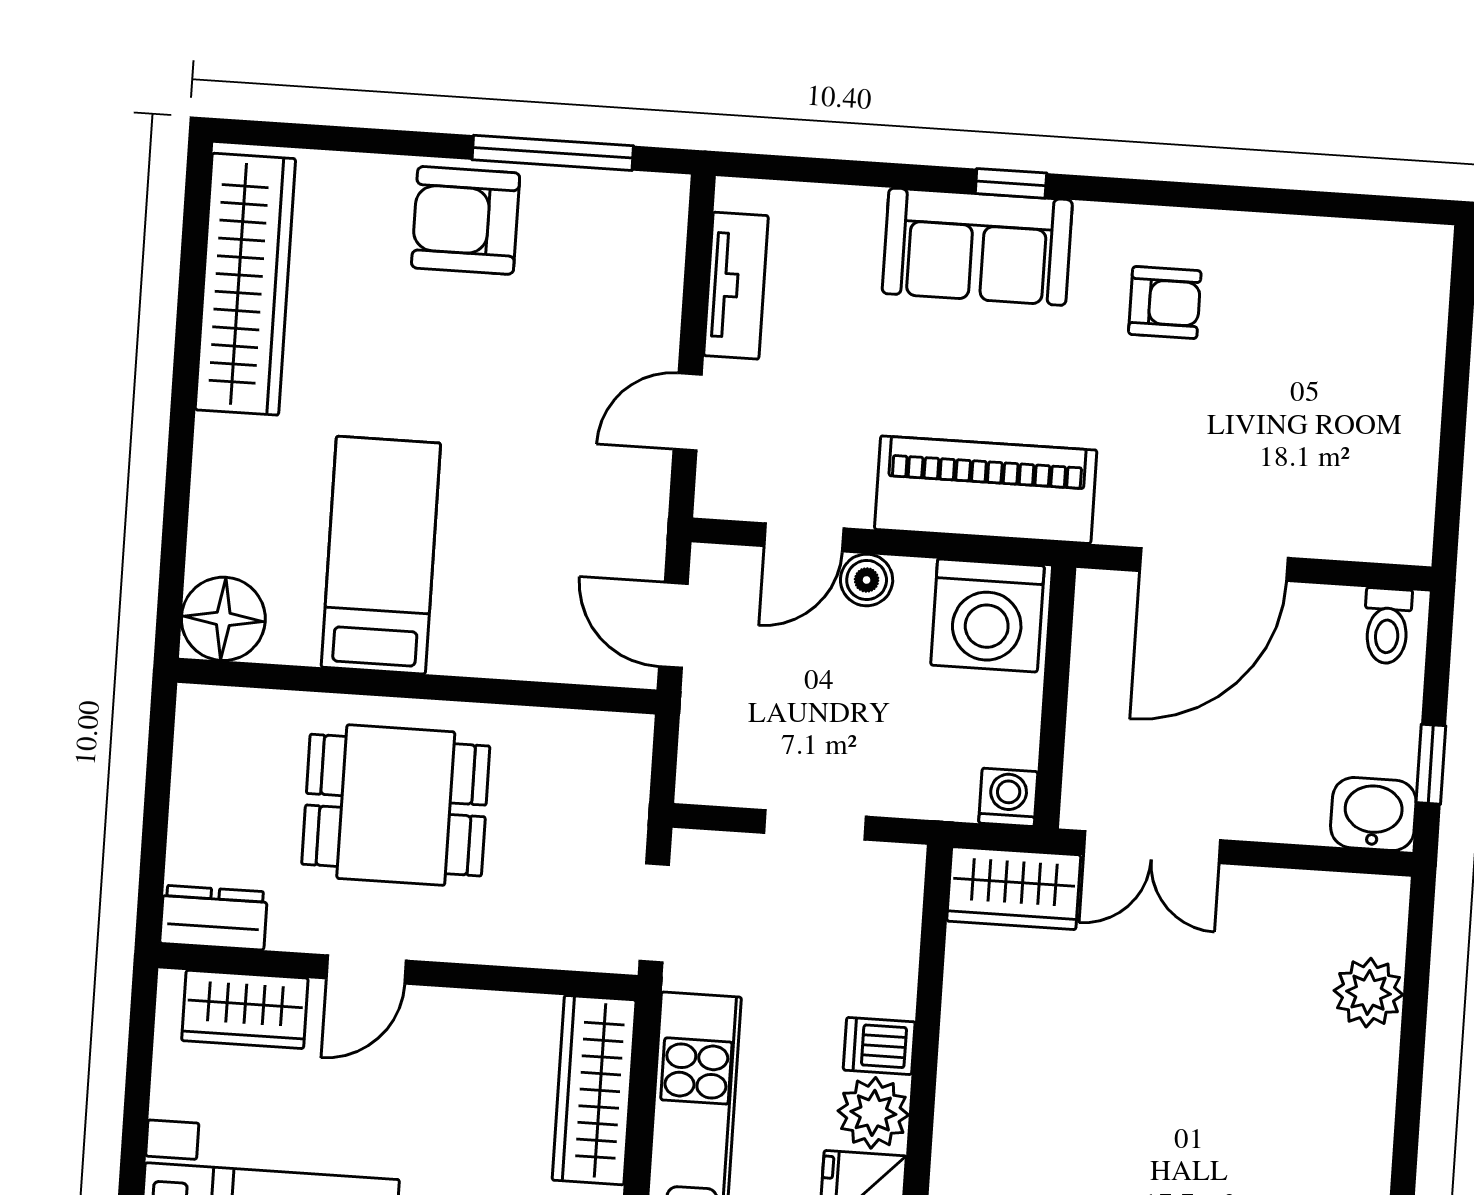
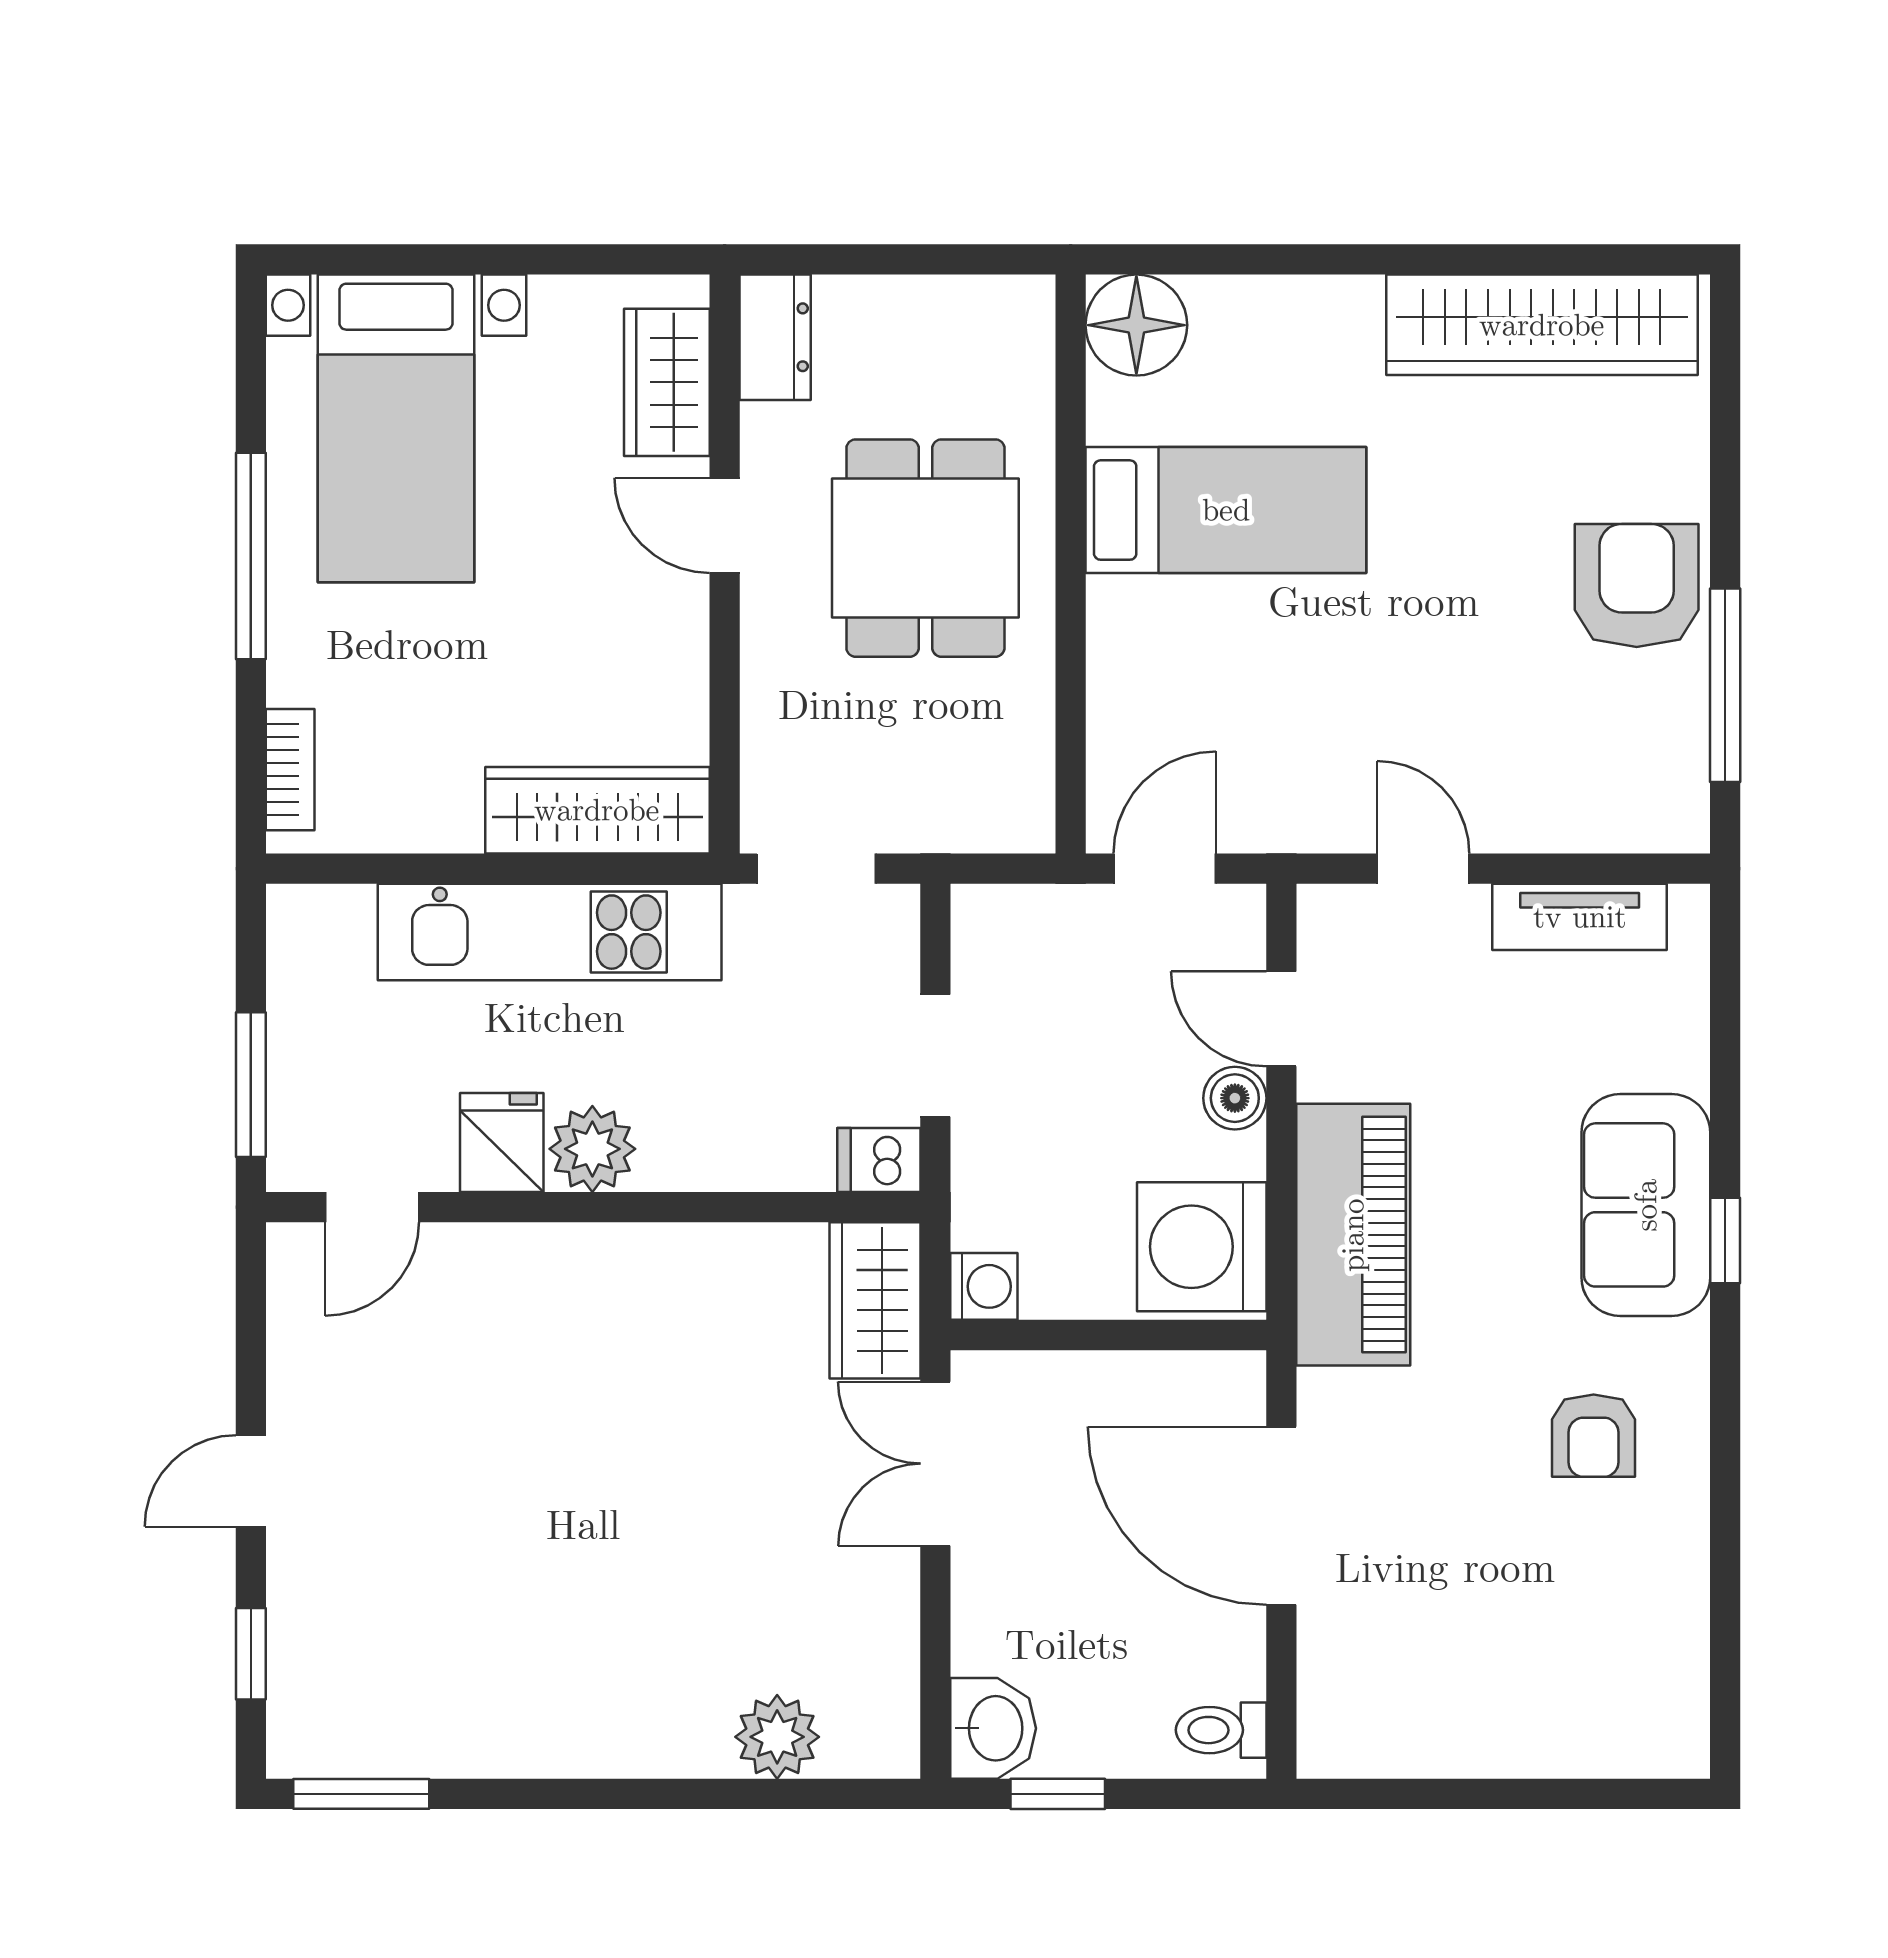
dishwasher: (879, 1046) -> (879, 1160), moved, turned -90

